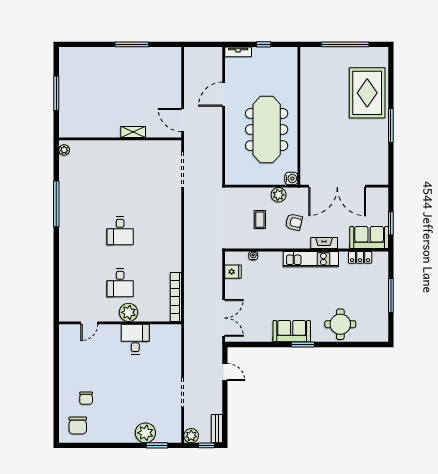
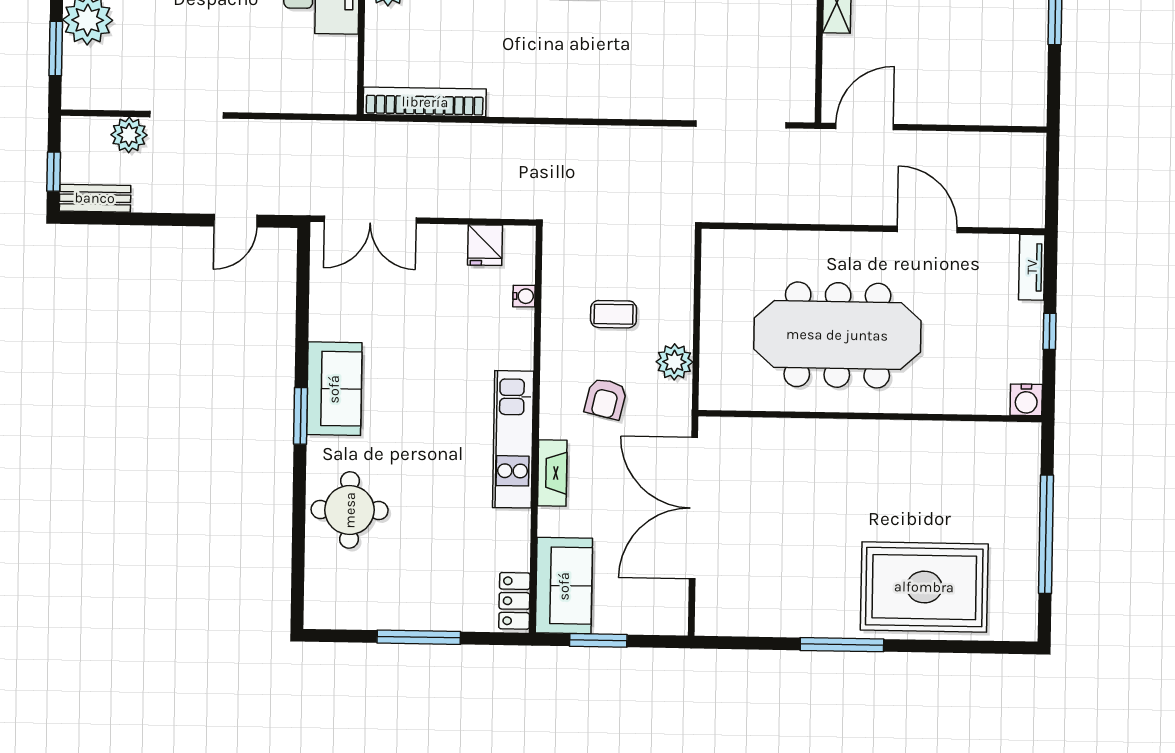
water cooler: (291, 179) -> (1026, 400), moved
locker: (360, 257) -> (514, 601), moved
plant: (191, 436) -> (129, 135), moved

